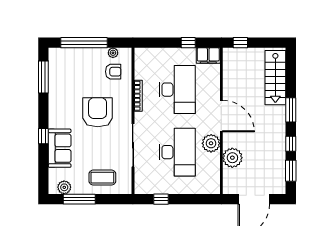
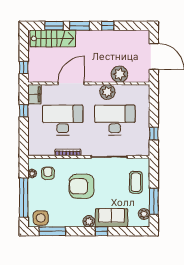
side table: (59, 63) -> (41, 218), added
door: (221, 116) -> (71, 83), moved
plant: (55, 121) -> (89, 221), added
window: (291, 171) -> (54, 26), moved

